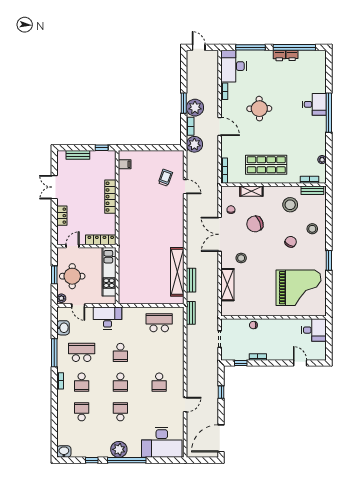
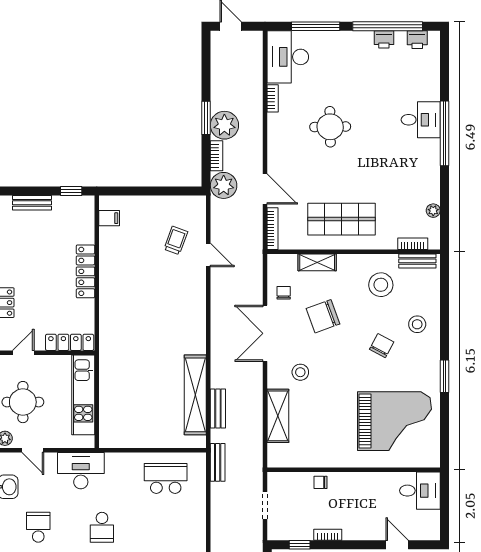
printer: (279, 56) -> (417, 40), moved
door: (220, 126) -> (265, 189), moved
school desk: (82, 352) -> (38, 527), width x0.54

